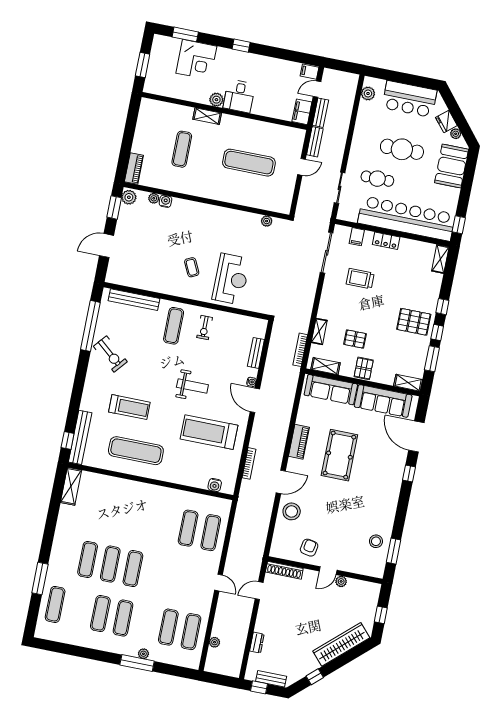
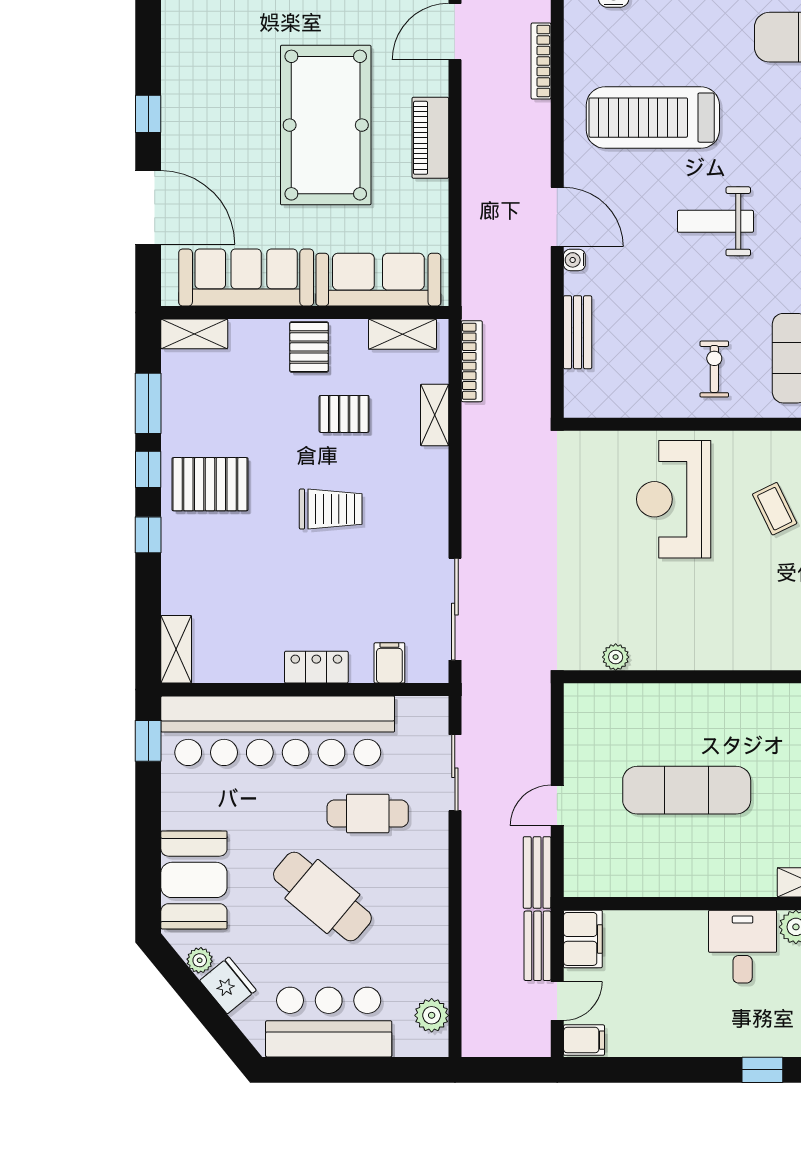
cafe table: (402, 149) -> (322, 896), turned 40
trolley: (360, 279) -> (331, 509), moved
treadmill: (209, 432) -> (653, 118), turned 180
pool table: (339, 455) -> (326, 125), width x1.36, depth x1.32

